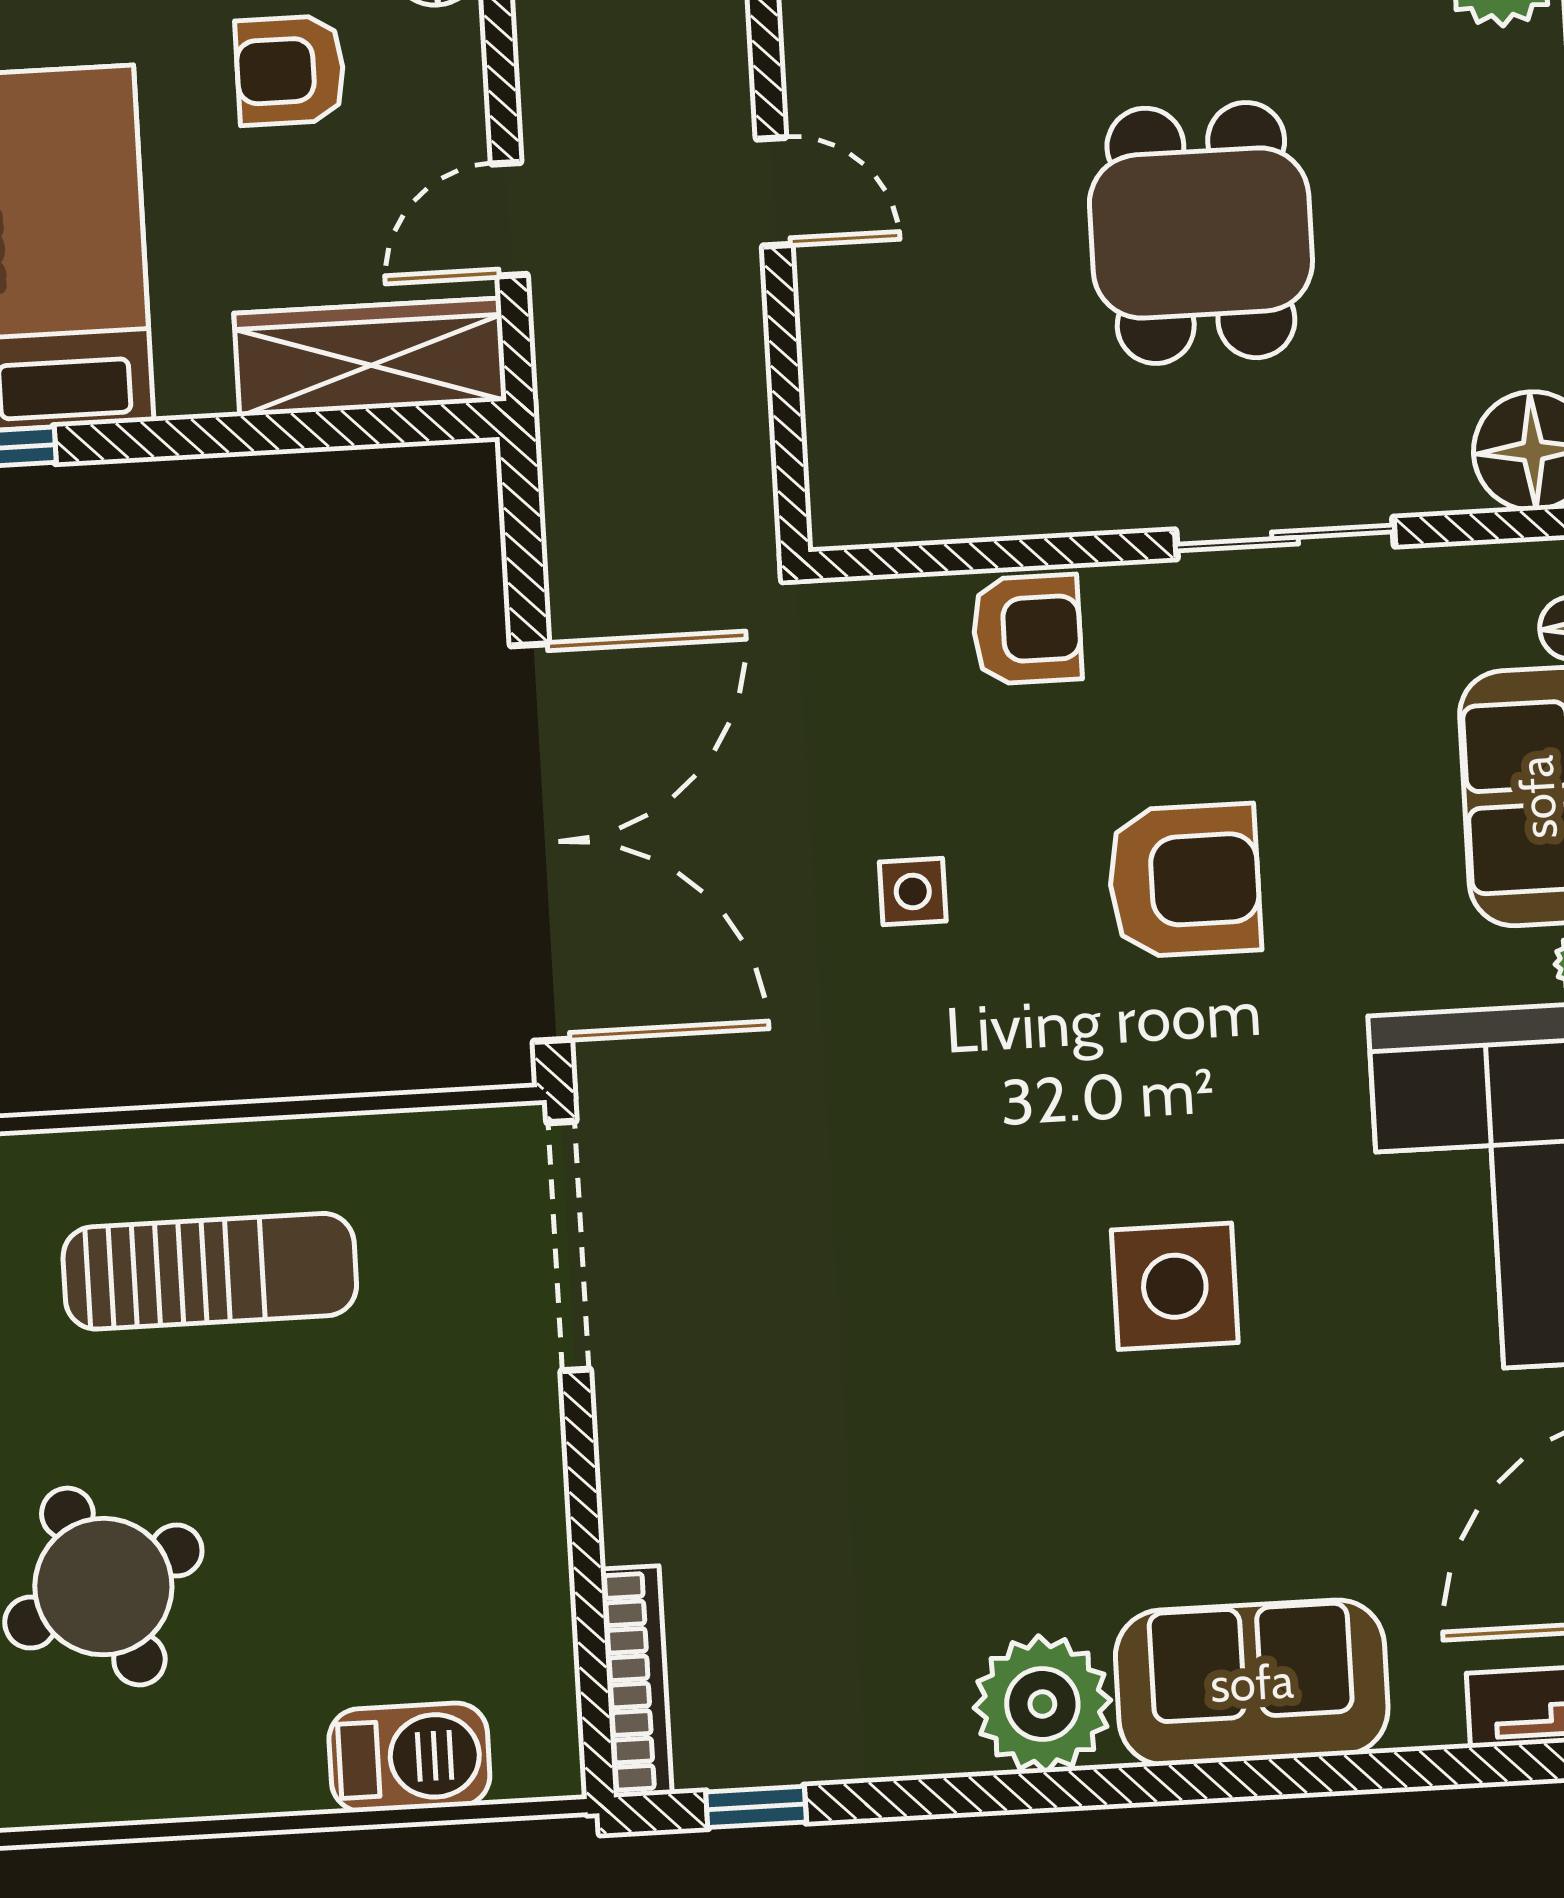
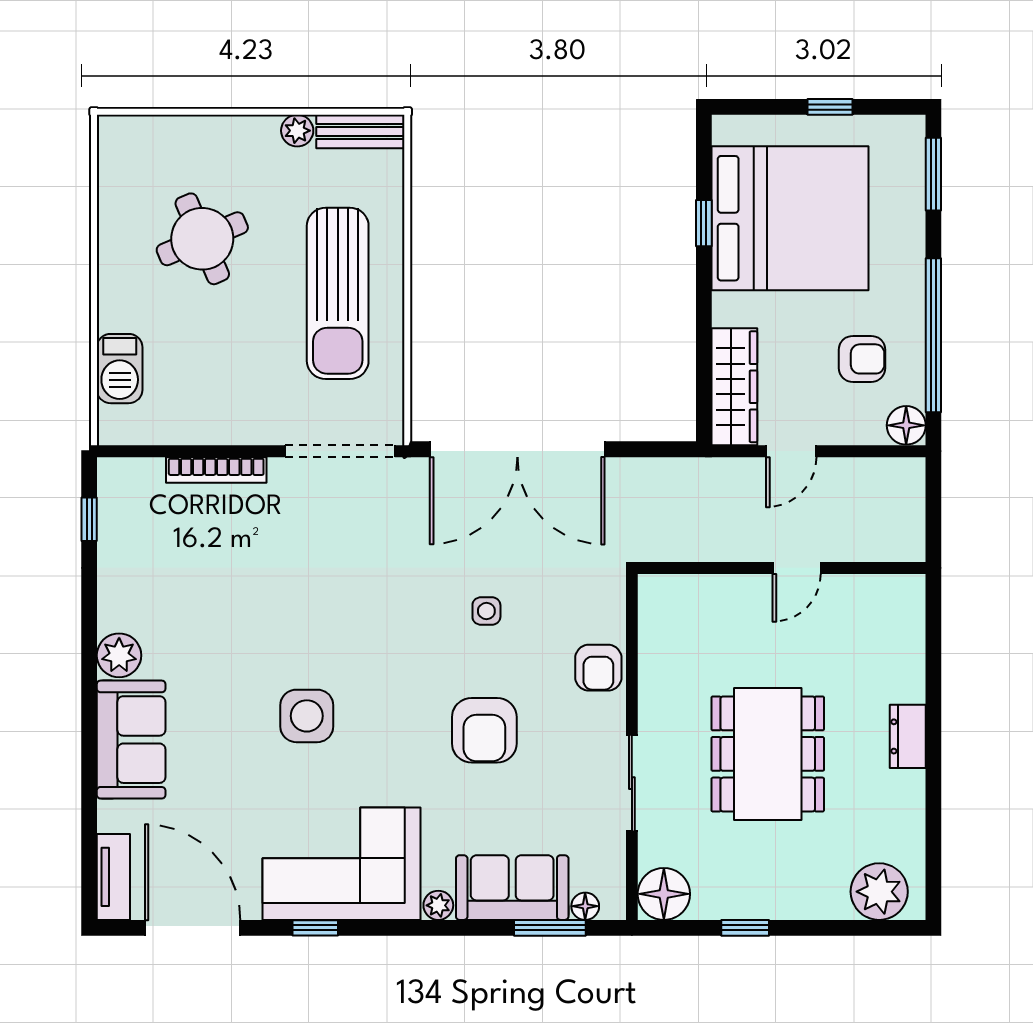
armchair: (290, 70) -> (862, 359), turned 90
door: (509, 219) -> (791, 451), swing flipped
dining table: (1201, 233) -> (768, 754), width x1.37
sun lounger: (210, 1271) -> (338, 293), width x1.36, depth x1.34
bookcase: (636, 1681) -> (216, 470), moved
plant: (1042, 1704) -> (119, 655), width x0.73, depth x0.73

